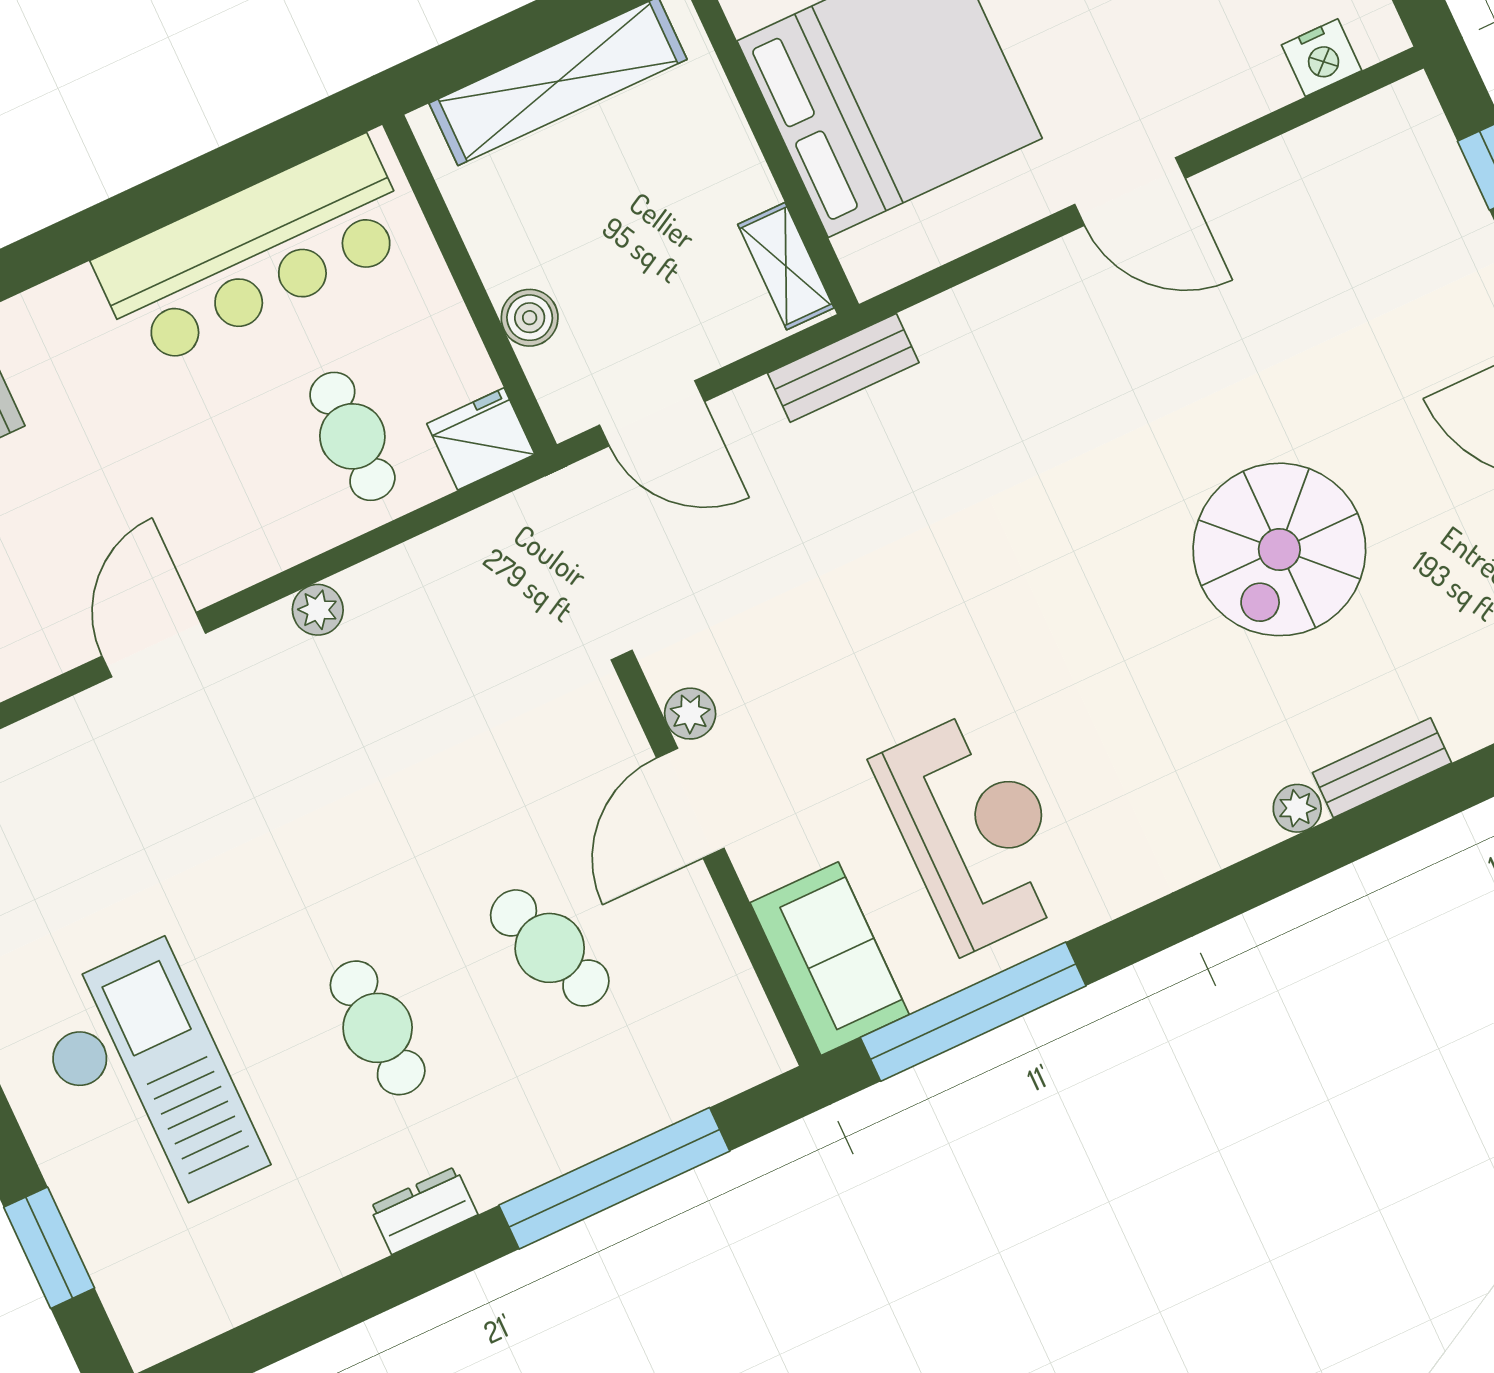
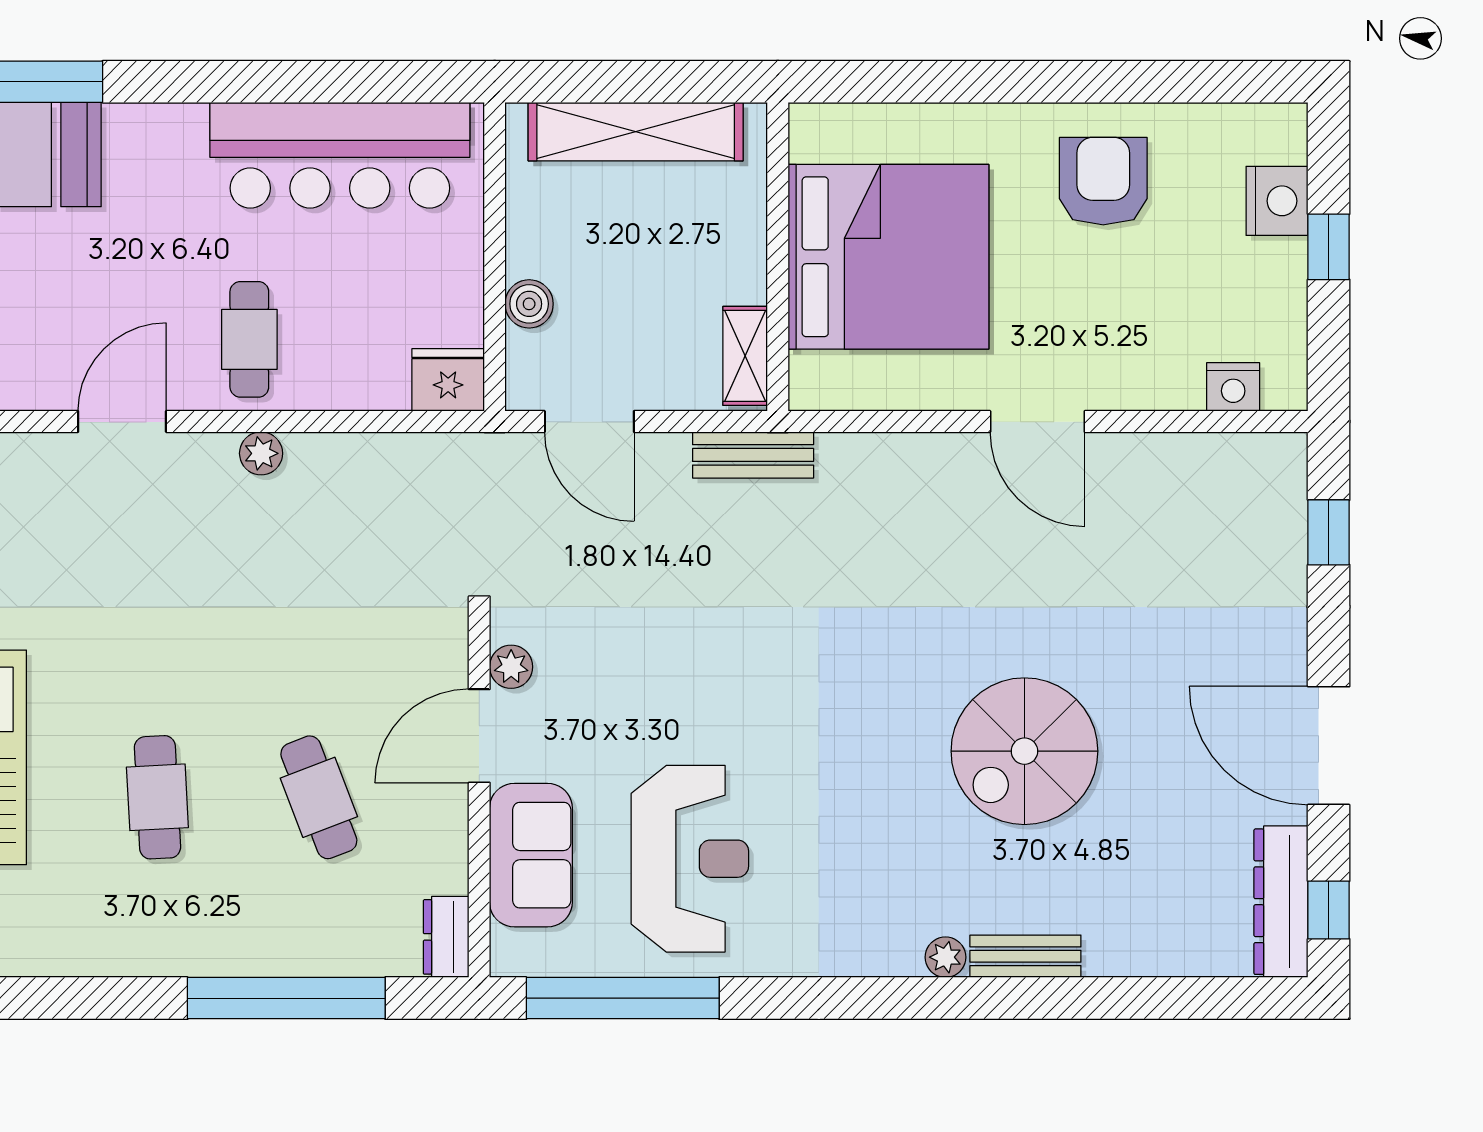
cafe table: (352, 436) -> (249, 339), moved
sofa: (830, 959) -> (531, 855), moved
dresser: (424, 1210) -> (446, 937), moved, turned -90

